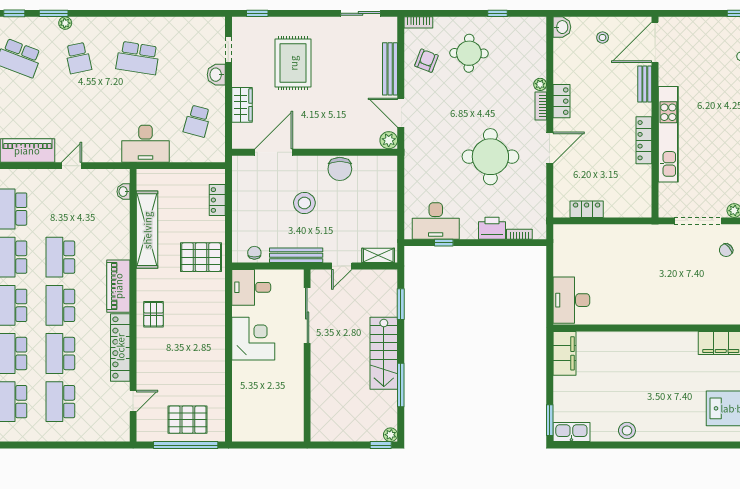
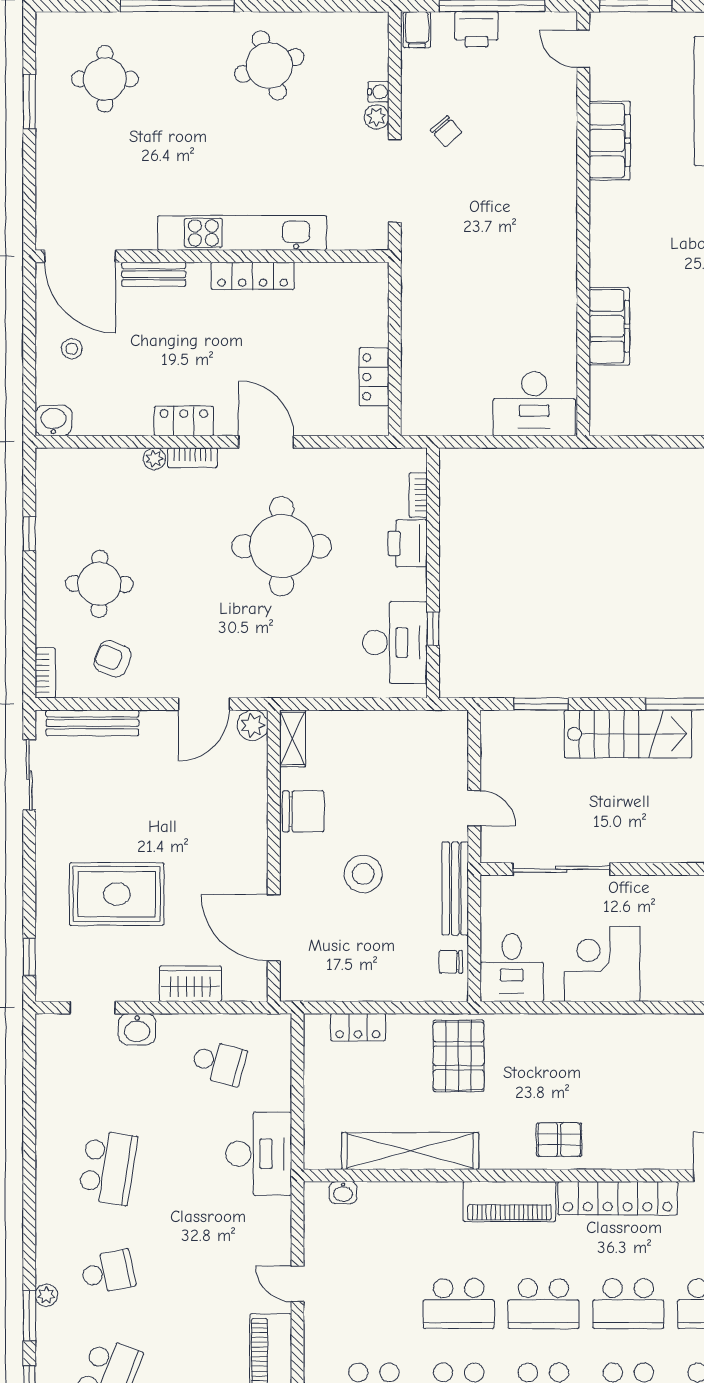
bench: (390, 69) -> (92, 723), moved
shelving: (378, 255) -> (293, 738), moved
filing cabinet: (564, 353) -> (609, 326), moved, turned 90

